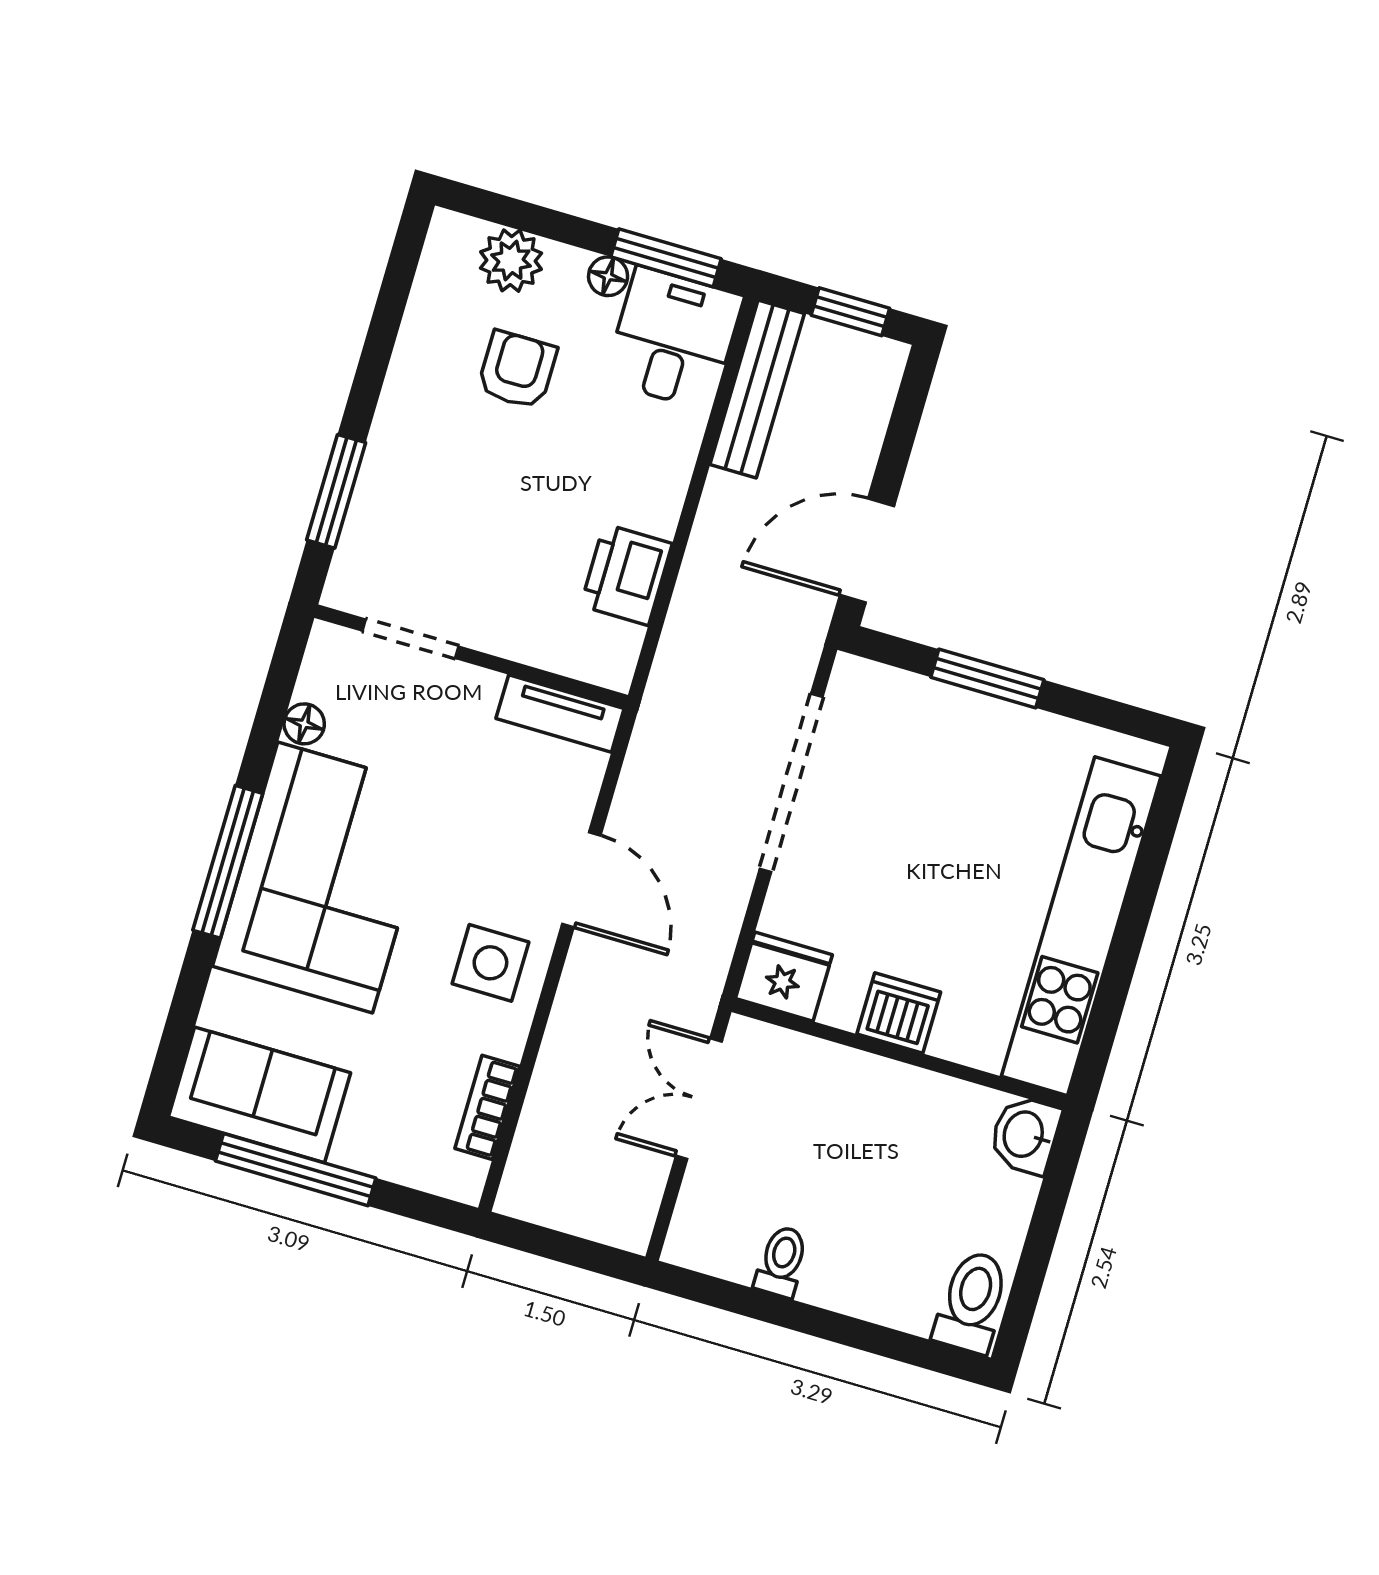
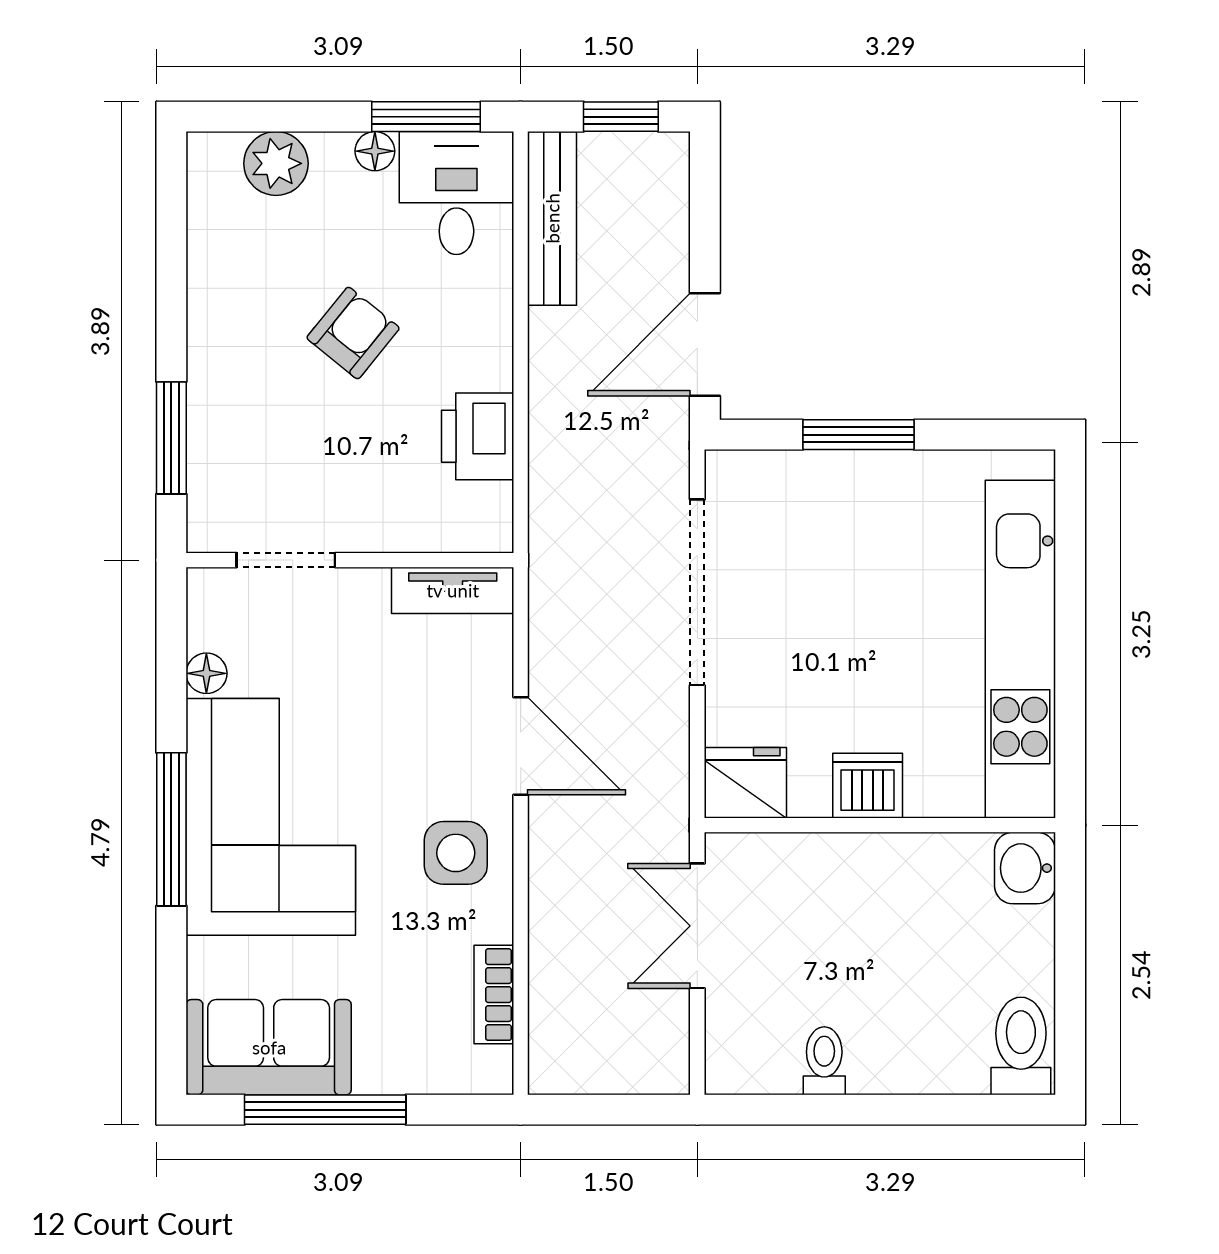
armchair: (517, 370) -> (353, 333), moved, turned 39

